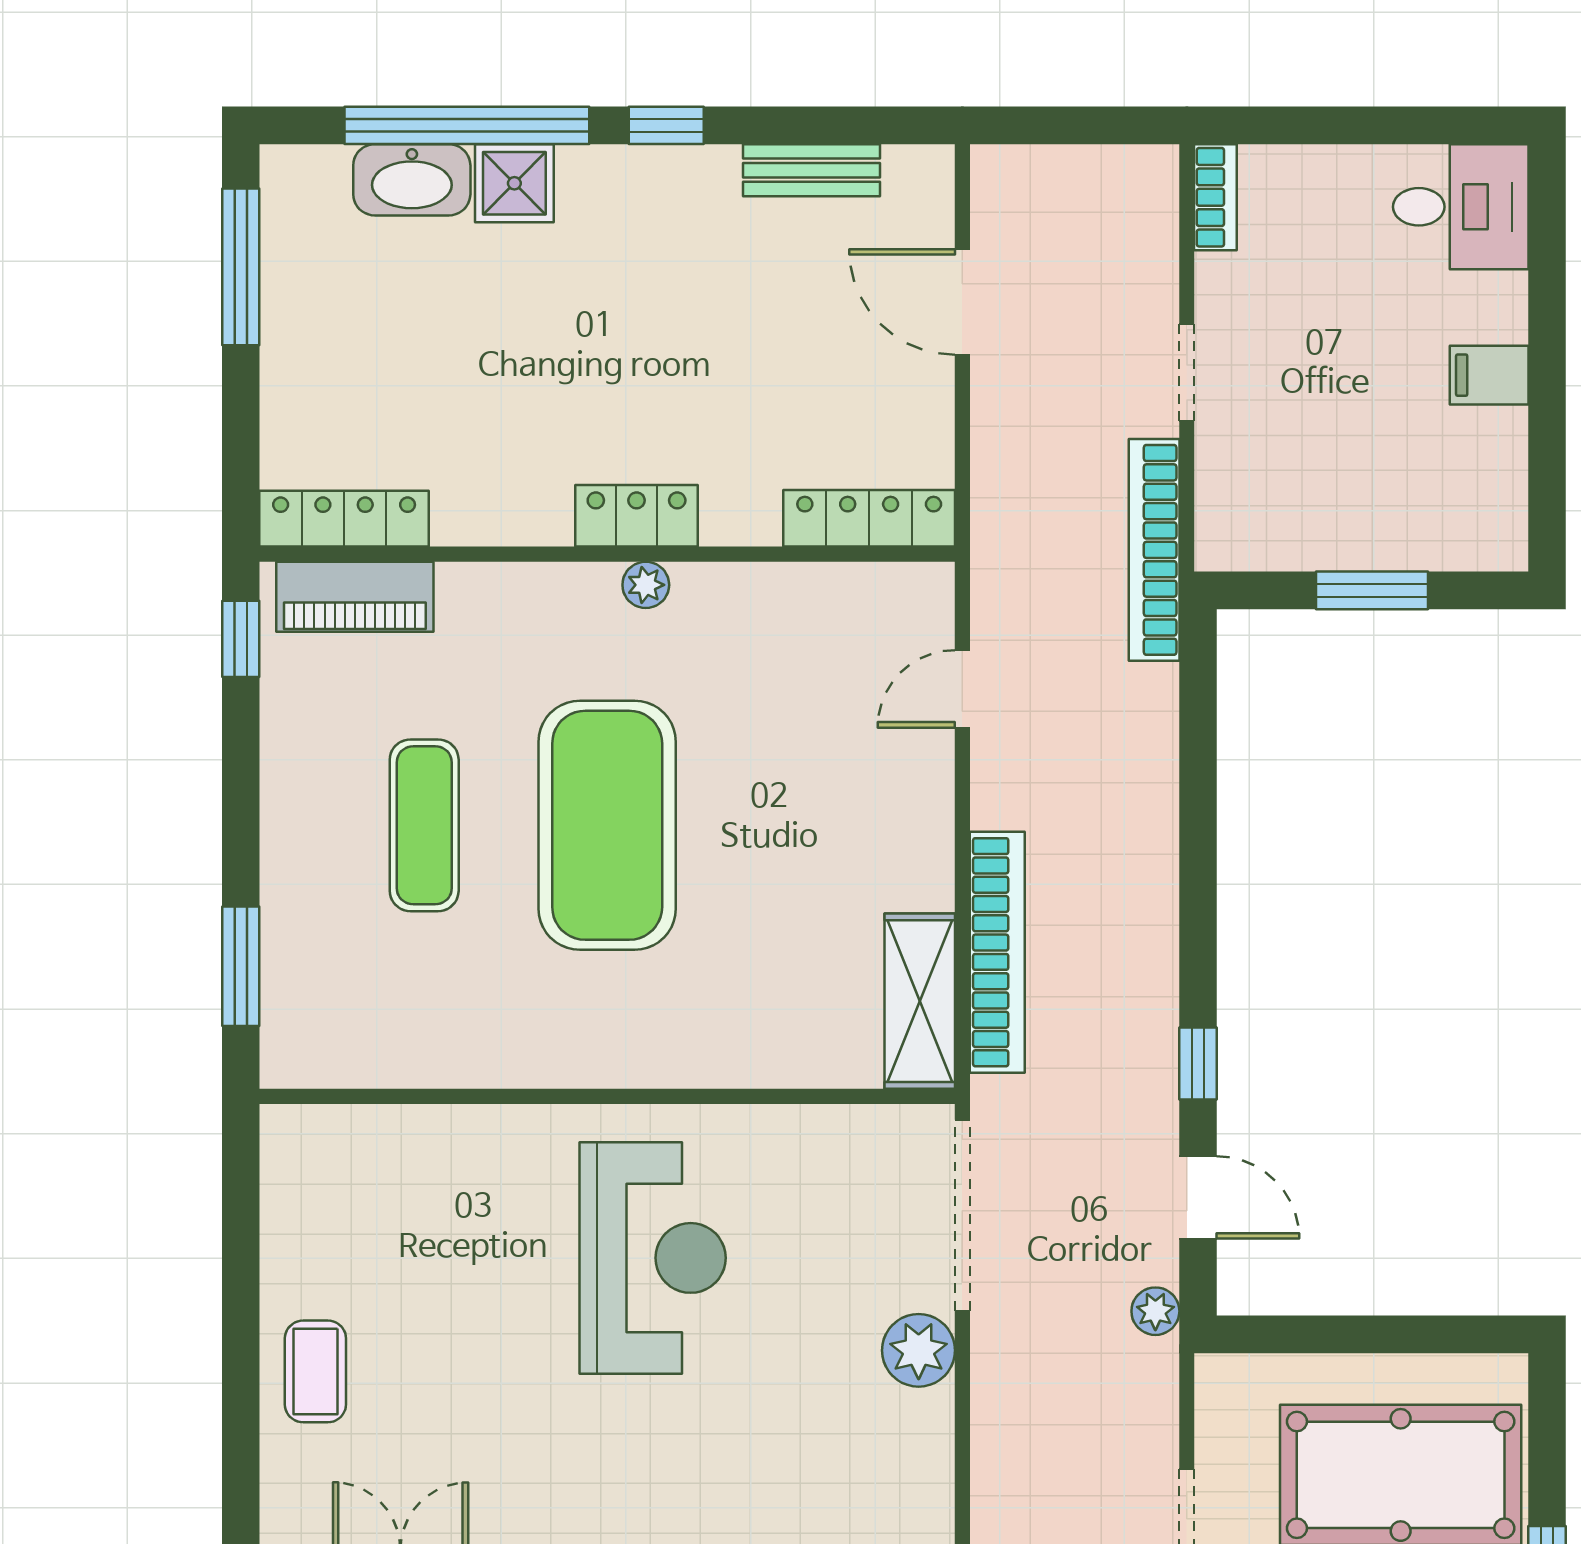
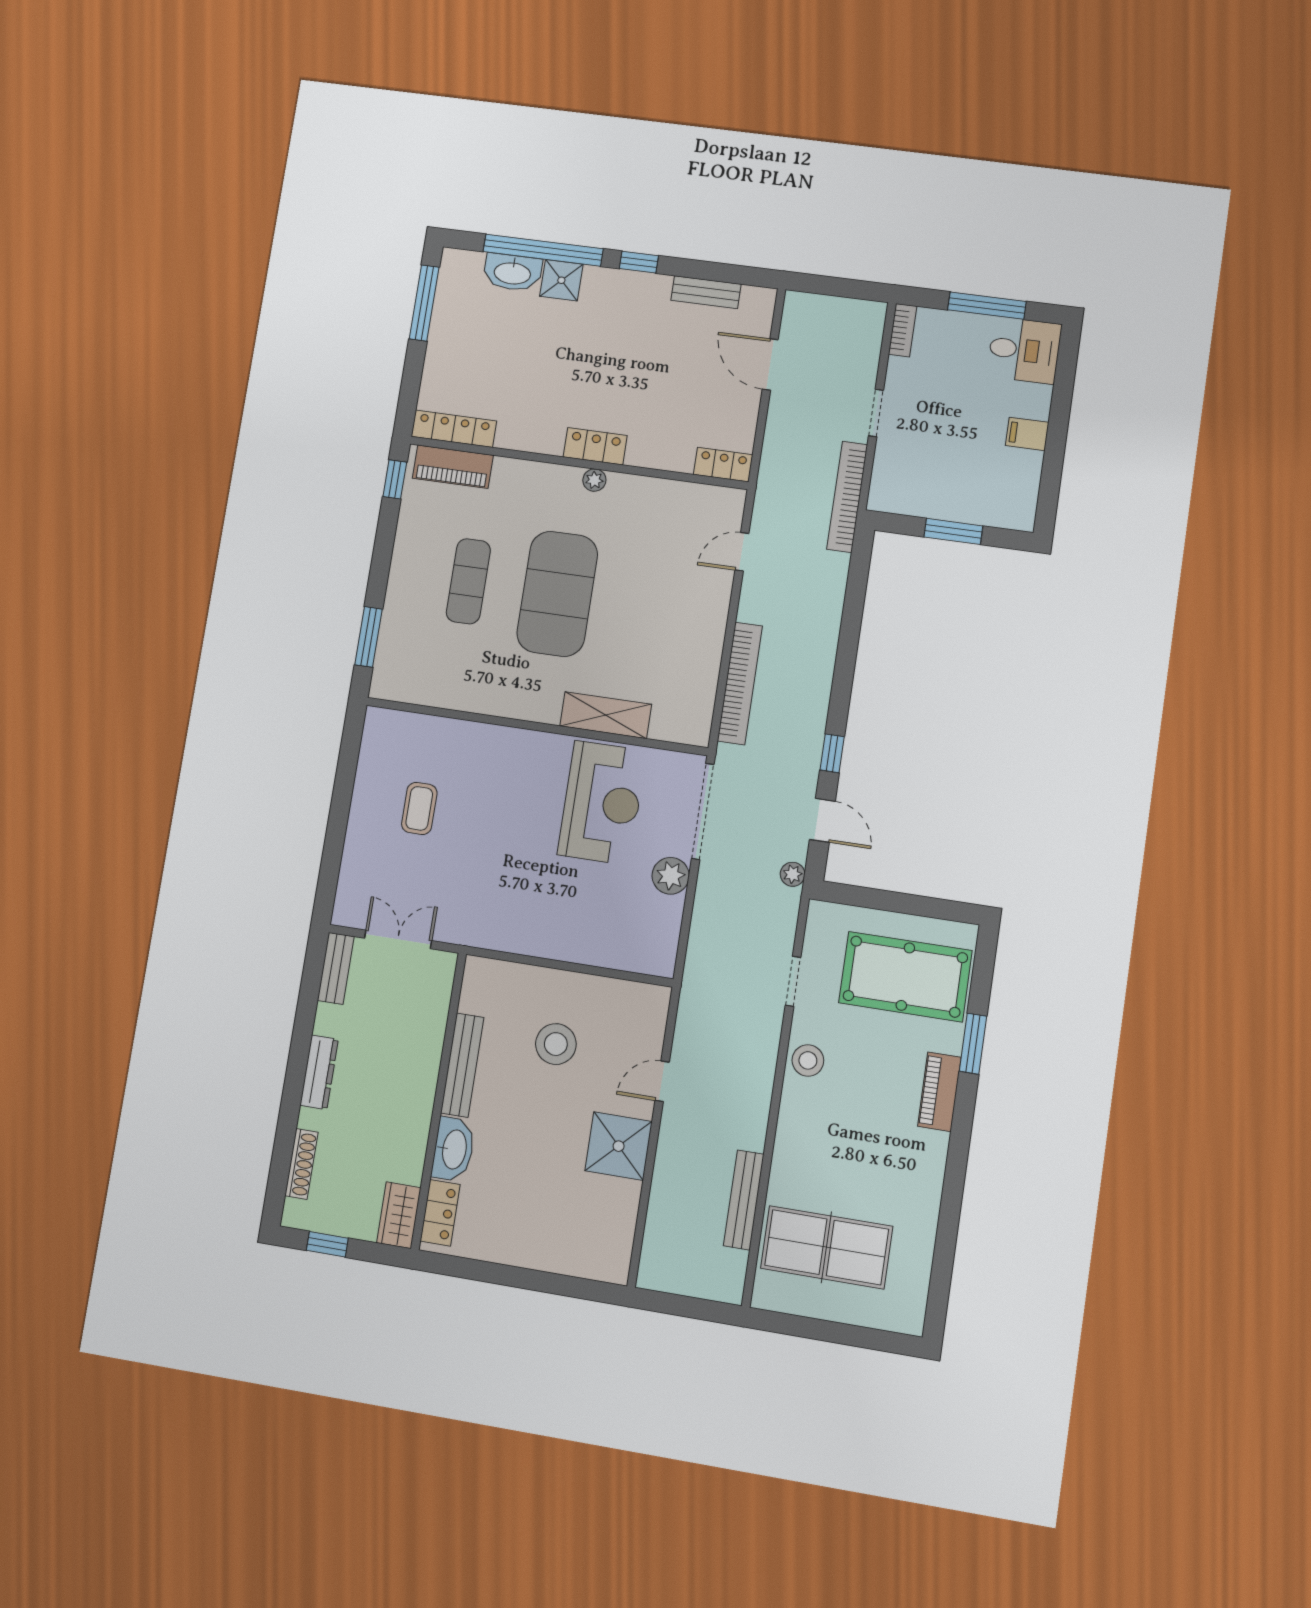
window: (1375, 125) -> (987, 306), added
locker: (869, 518) -> (723, 465), width x0.66
shelving: (920, 1001) -> (606, 715), moved, turned 90
reception desk: (653, 1258) -> (602, 803), moved
coffee table: (315, 1371) -> (419, 808), moved

